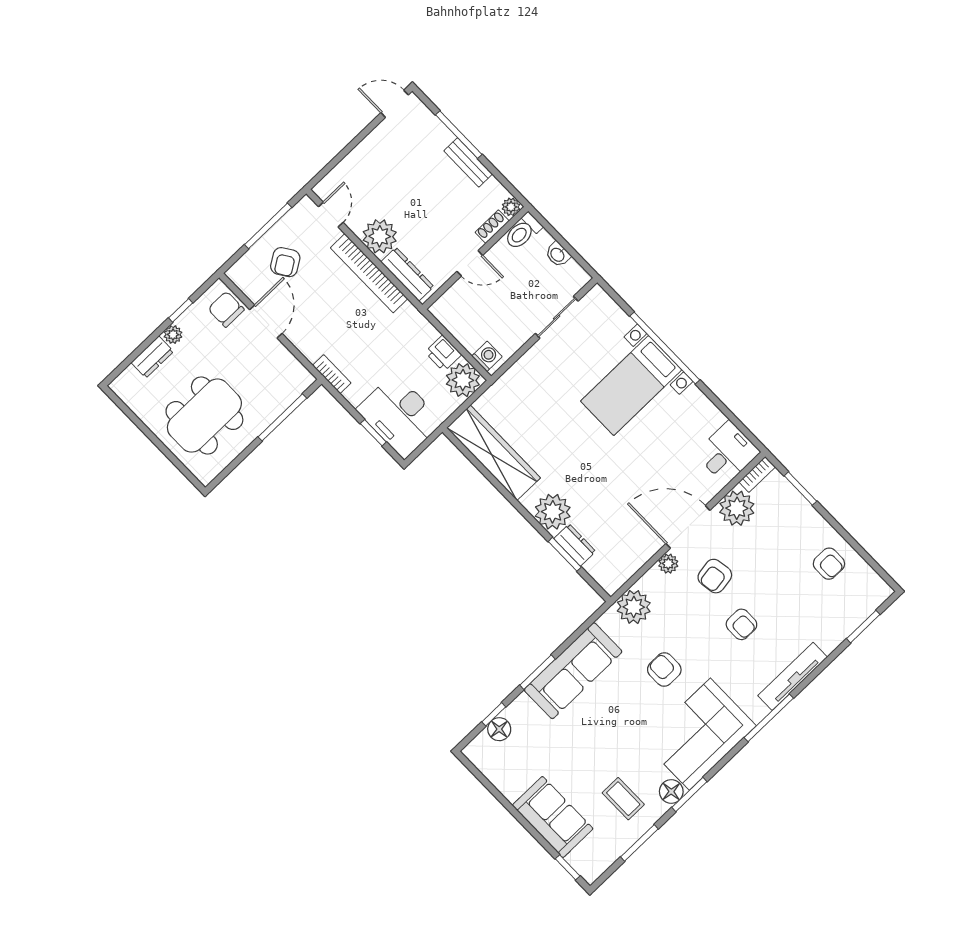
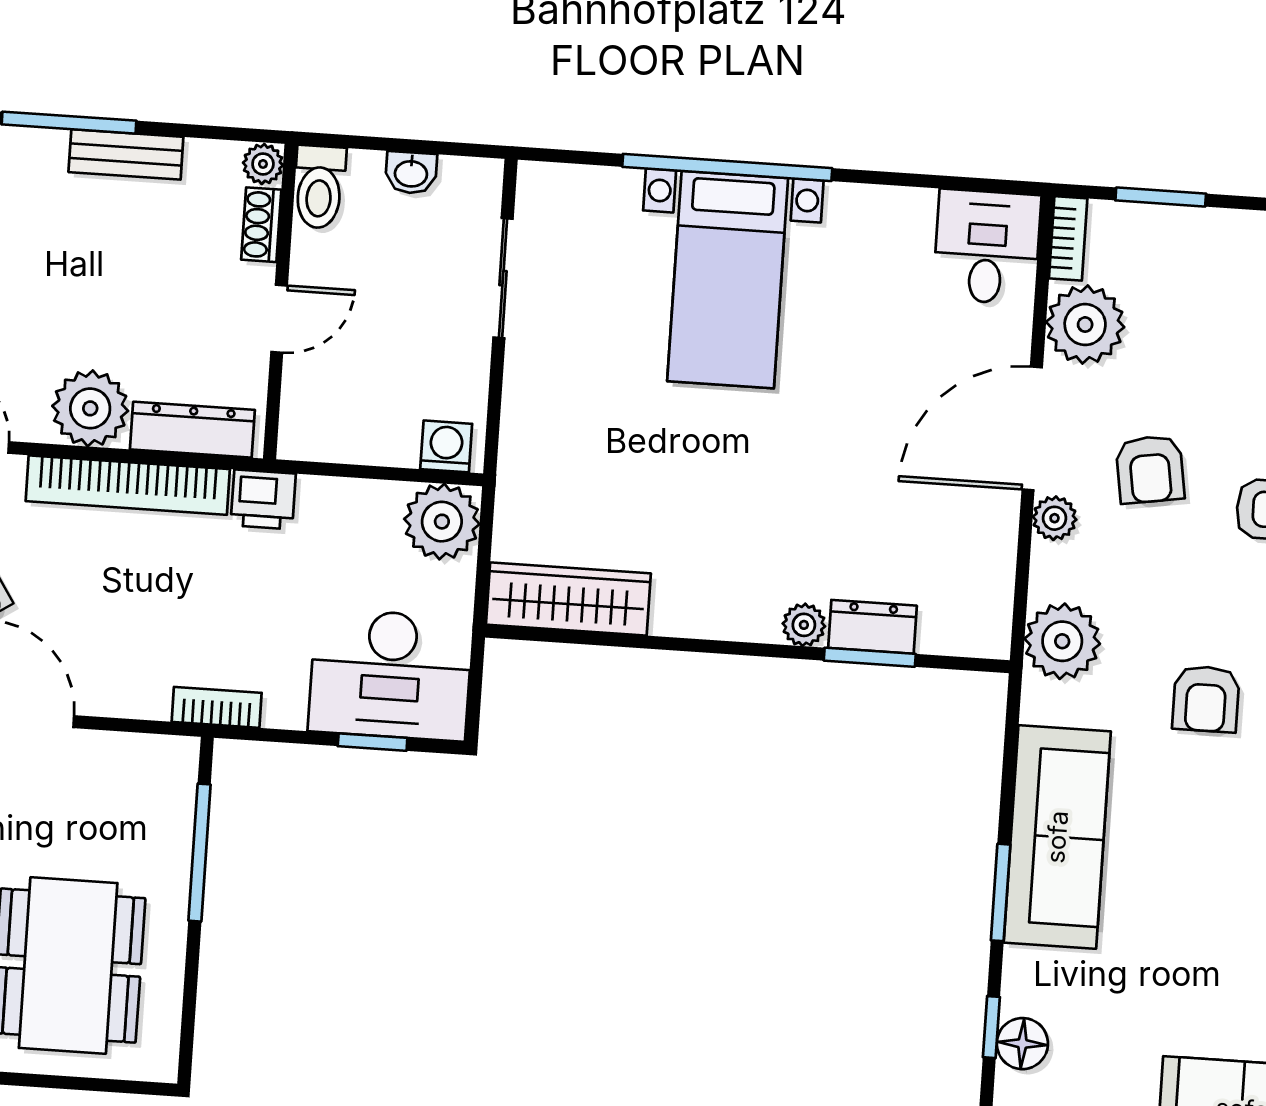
printer: (443, 353) -> (263, 499), moved
wardrobe: (494, 453) -> (568, 599), width x0.71, depth x0.85
plant: (553, 512) -> (804, 625), width x0.53, depth x0.53
armchair: (664, 669) -> (1206, 699), turned -90

